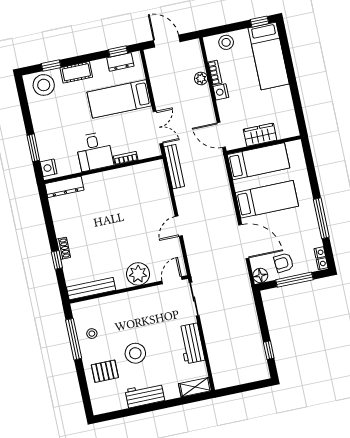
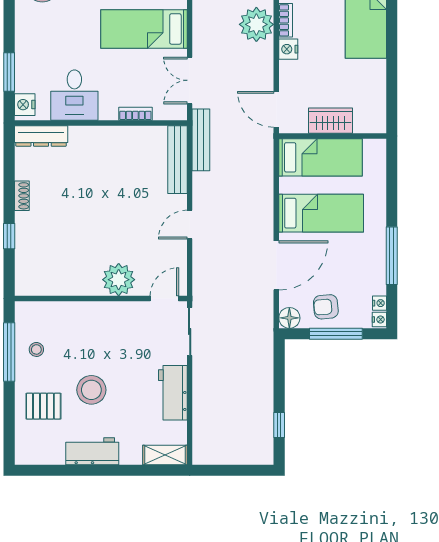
plant: (201, 78) -> (256, 24), width x1.88, depth x1.88
double door: (158, 128) -> (190, 80), swing flipped
desk: (94, 151) -> (74, 95), moved
door: (244, 242) -> (276, 265), hinge flipped
shoe rack: (63, 248) -> (22, 196), moved
bench: (91, 289) -> (177, 160), moved, turned 90

